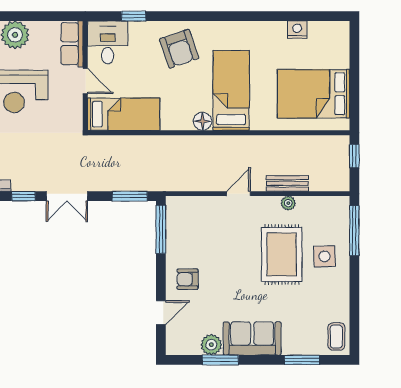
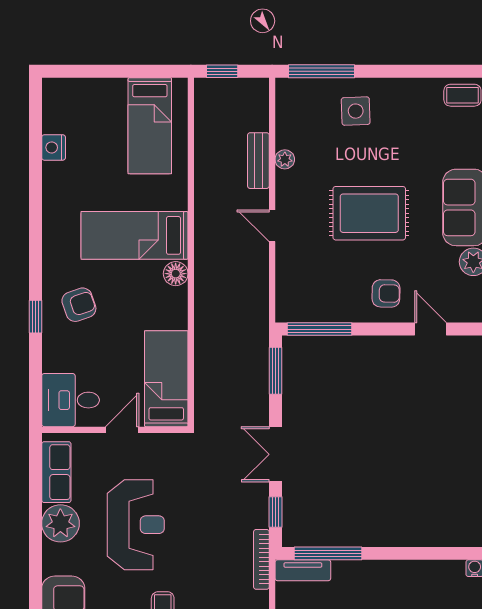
window: (134, 16) -> (35, 317), moved
row of seats: (72, 44) -> (56, 472), moved, turned -90
armchair: (179, 49) -> (79, 305), width x0.72, depth x0.72
bed: (313, 94) -> (150, 126), width x0.67
double door: (67, 196) -> (275, 454), swing flipped
rug: (282, 254) -> (369, 213), moved
armchair: (188, 279) -> (386, 293), turned -89

